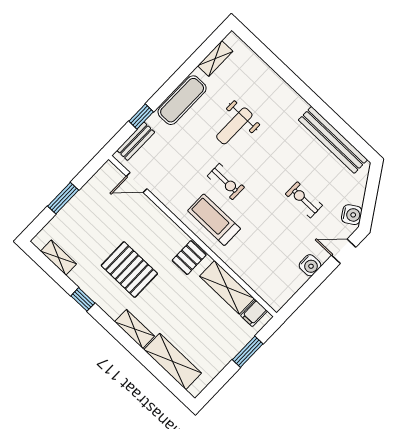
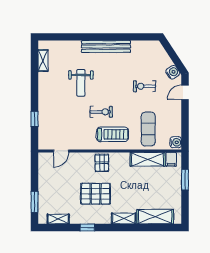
exercise mat: (182, 100) -> (148, 129), moved
bench: (333, 140) -> (106, 46), moved
bench: (136, 141) -> (43, 133), removed
window: (63, 198) -> (35, 202), moved
treadmill: (214, 220) -> (112, 134), turned 180
pallet: (189, 258) -> (102, 163), moved
water cooler: (310, 265) -> (176, 142), moved

